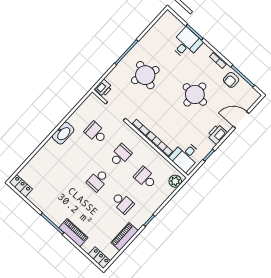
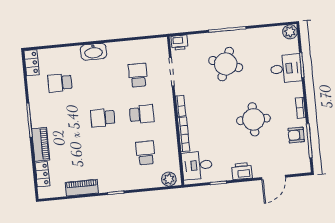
plant: (168, 18) -> (290, 32), added
door: (241, 120) -> (274, 177), swing flipped
washbasin: (63, 133) -> (93, 52), moved
school desk: (123, 203) -> (60, 83), moved, turned 90
locker: (99, 258) -> (42, 174), moved

